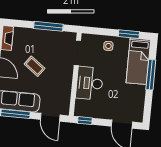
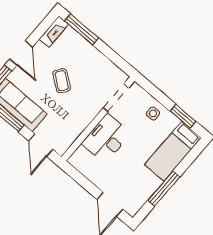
window: (48, 26) -> (82, 29), moved
window: (151, 75) -> (164, 189), moved
window: (85, 121) -> (74, 174), removed

